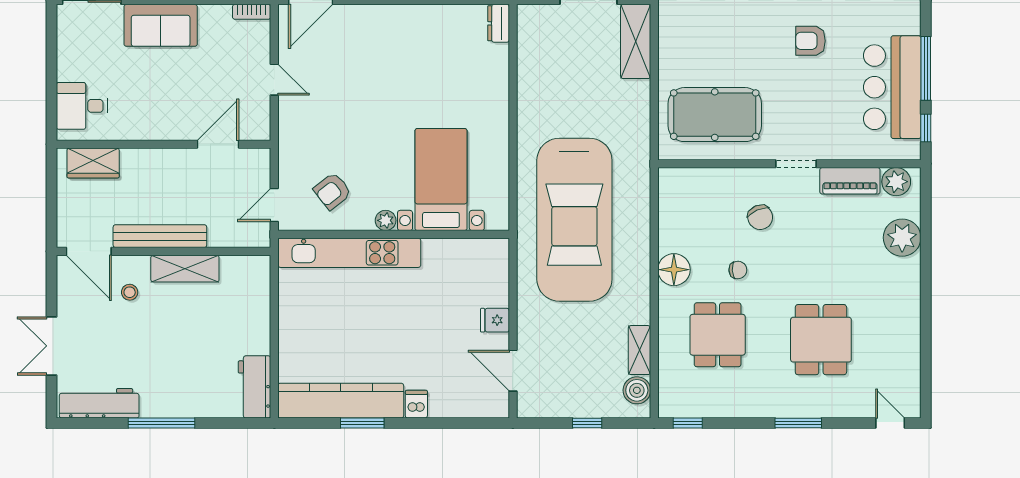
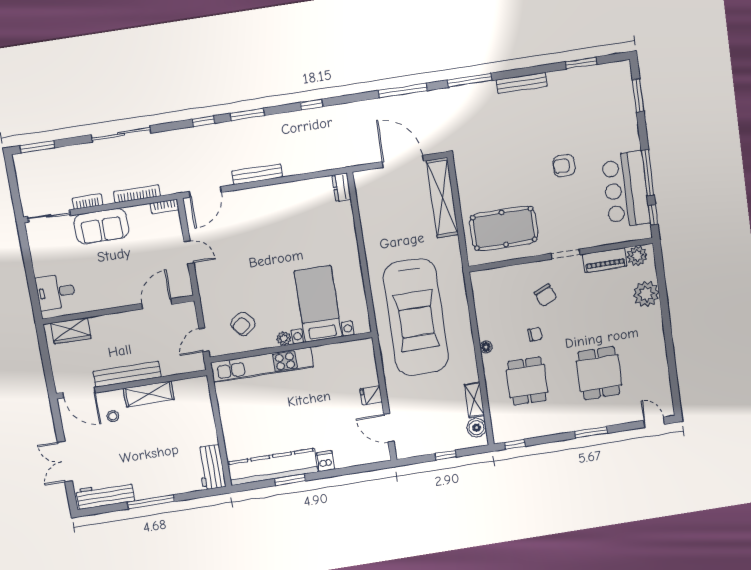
shelving: (636, 41) -> (442, 198), width x1.47
floor lamp: (674, 270) -> (486, 347), width x0.53, depth x0.53

